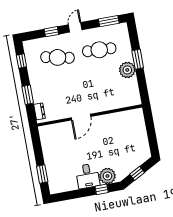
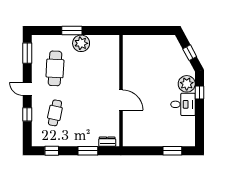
cafe table: (58, 57) -> (55, 113), width x0.73, depth x0.74

